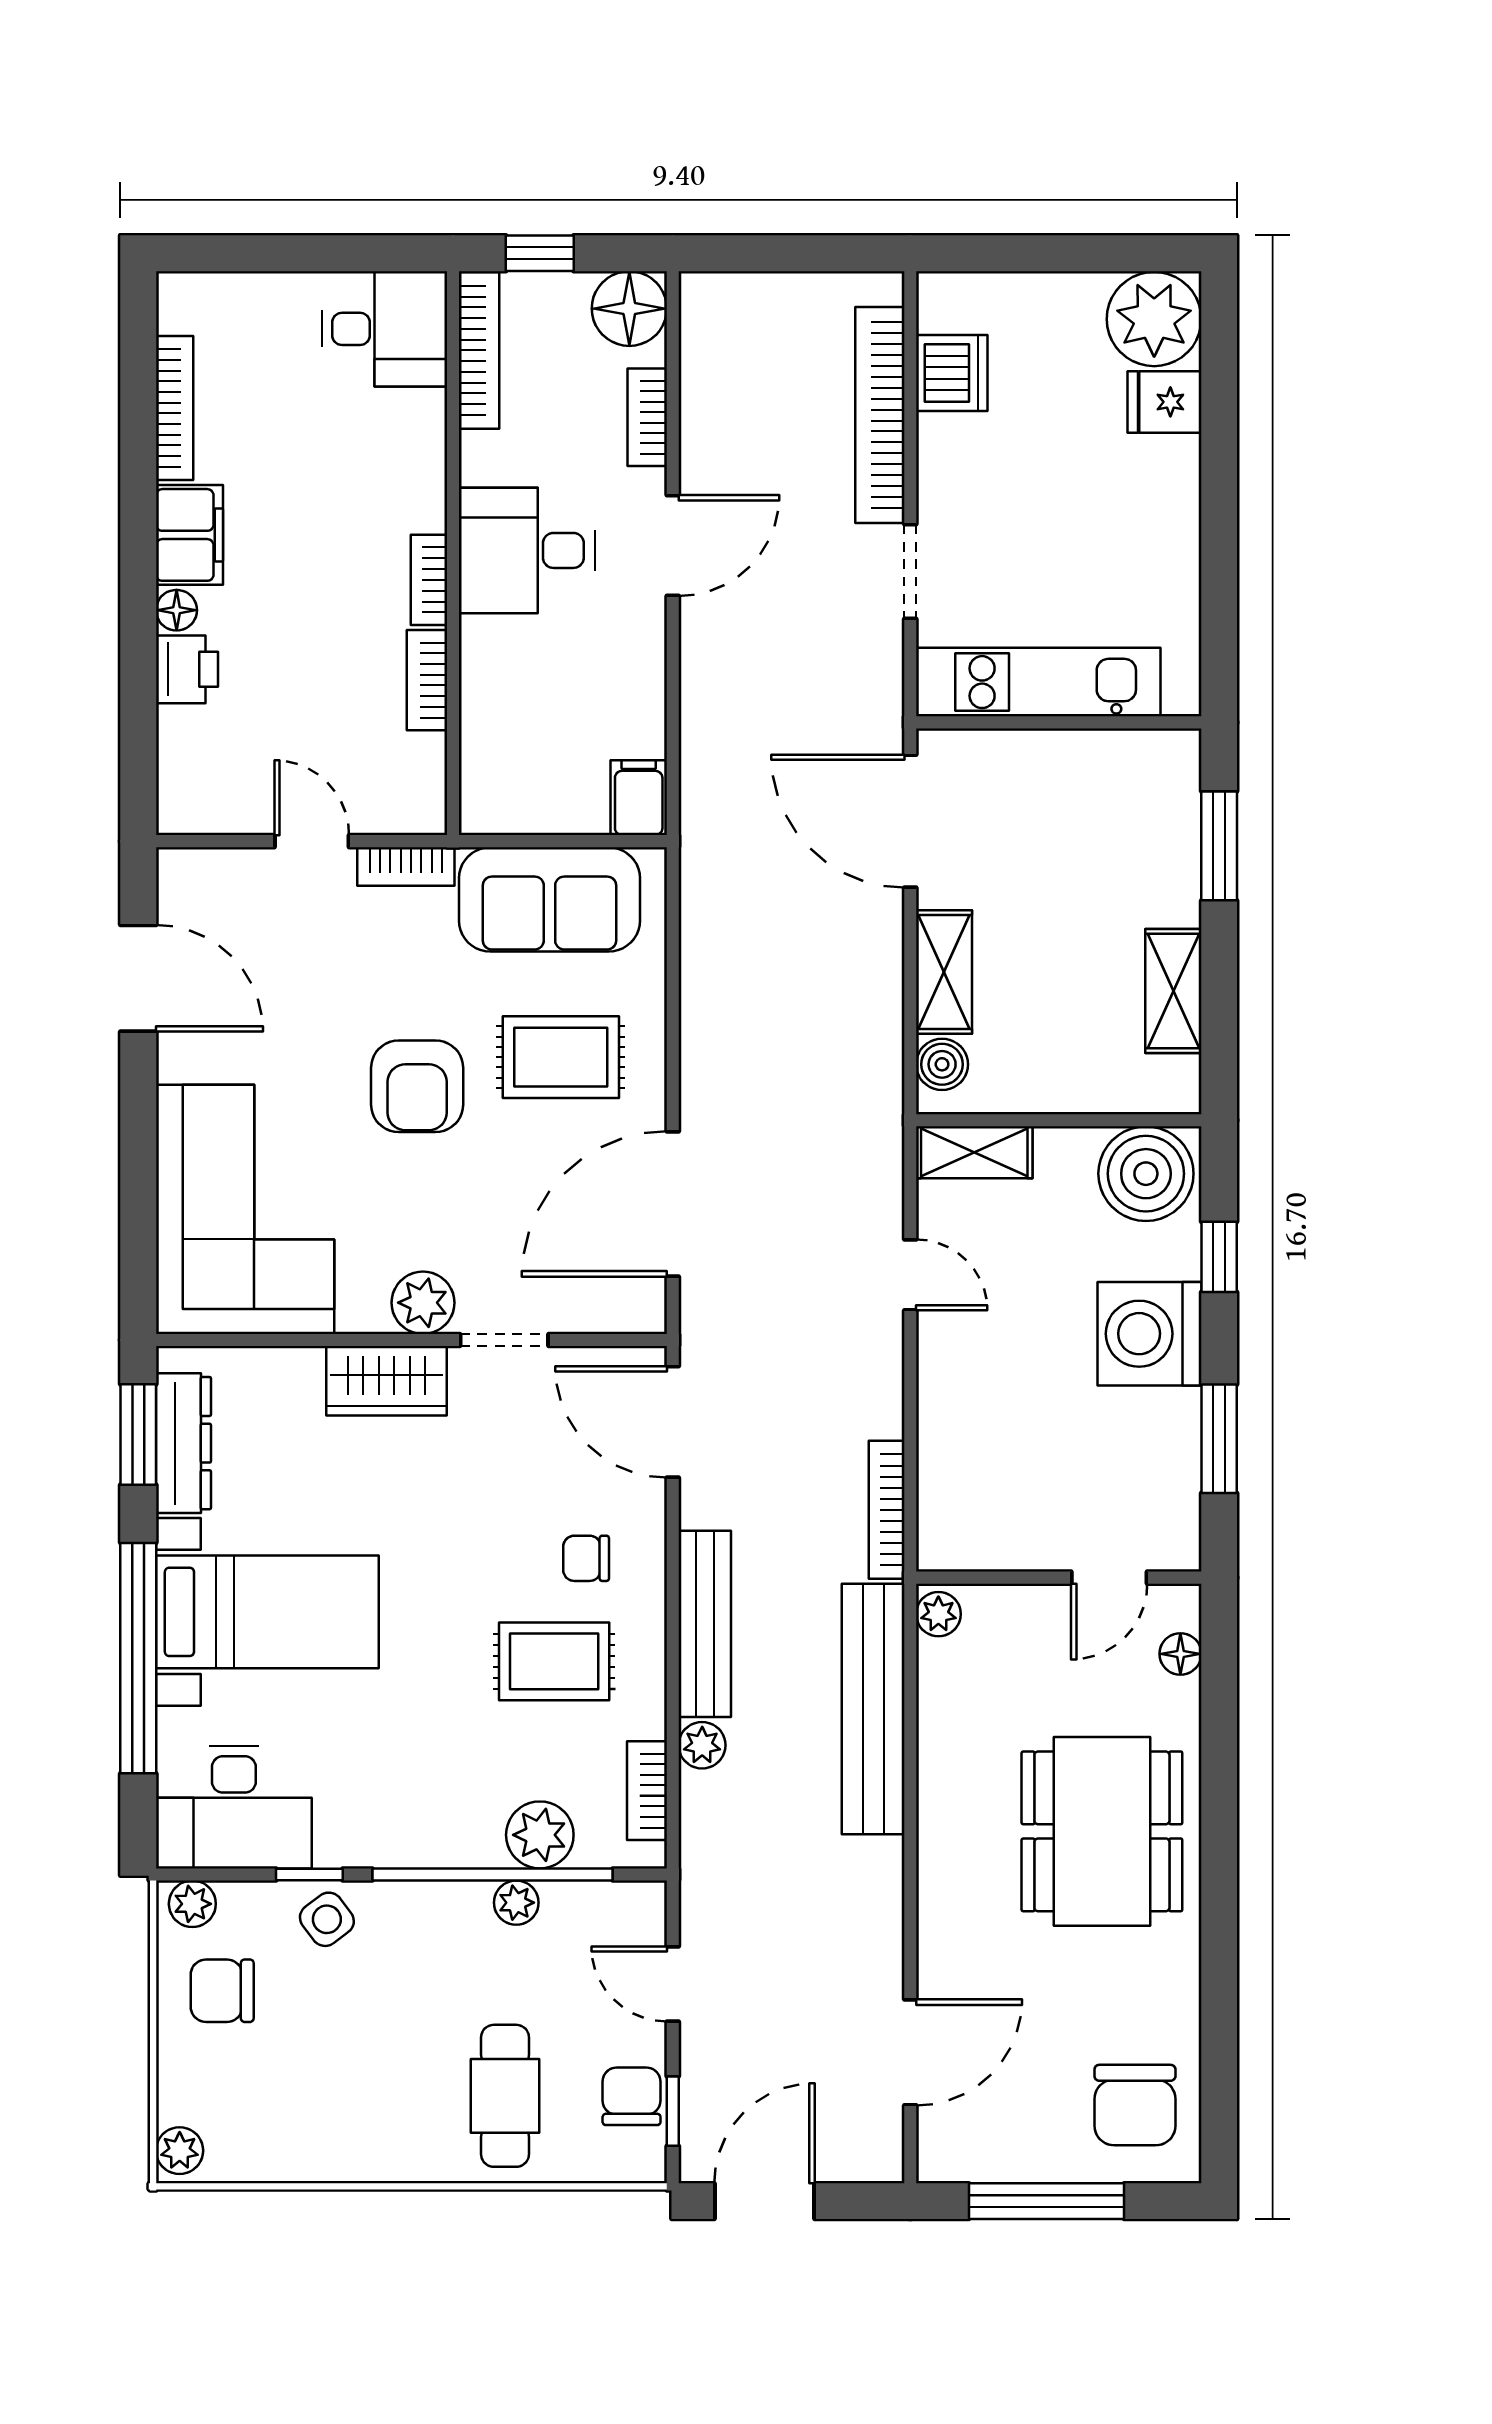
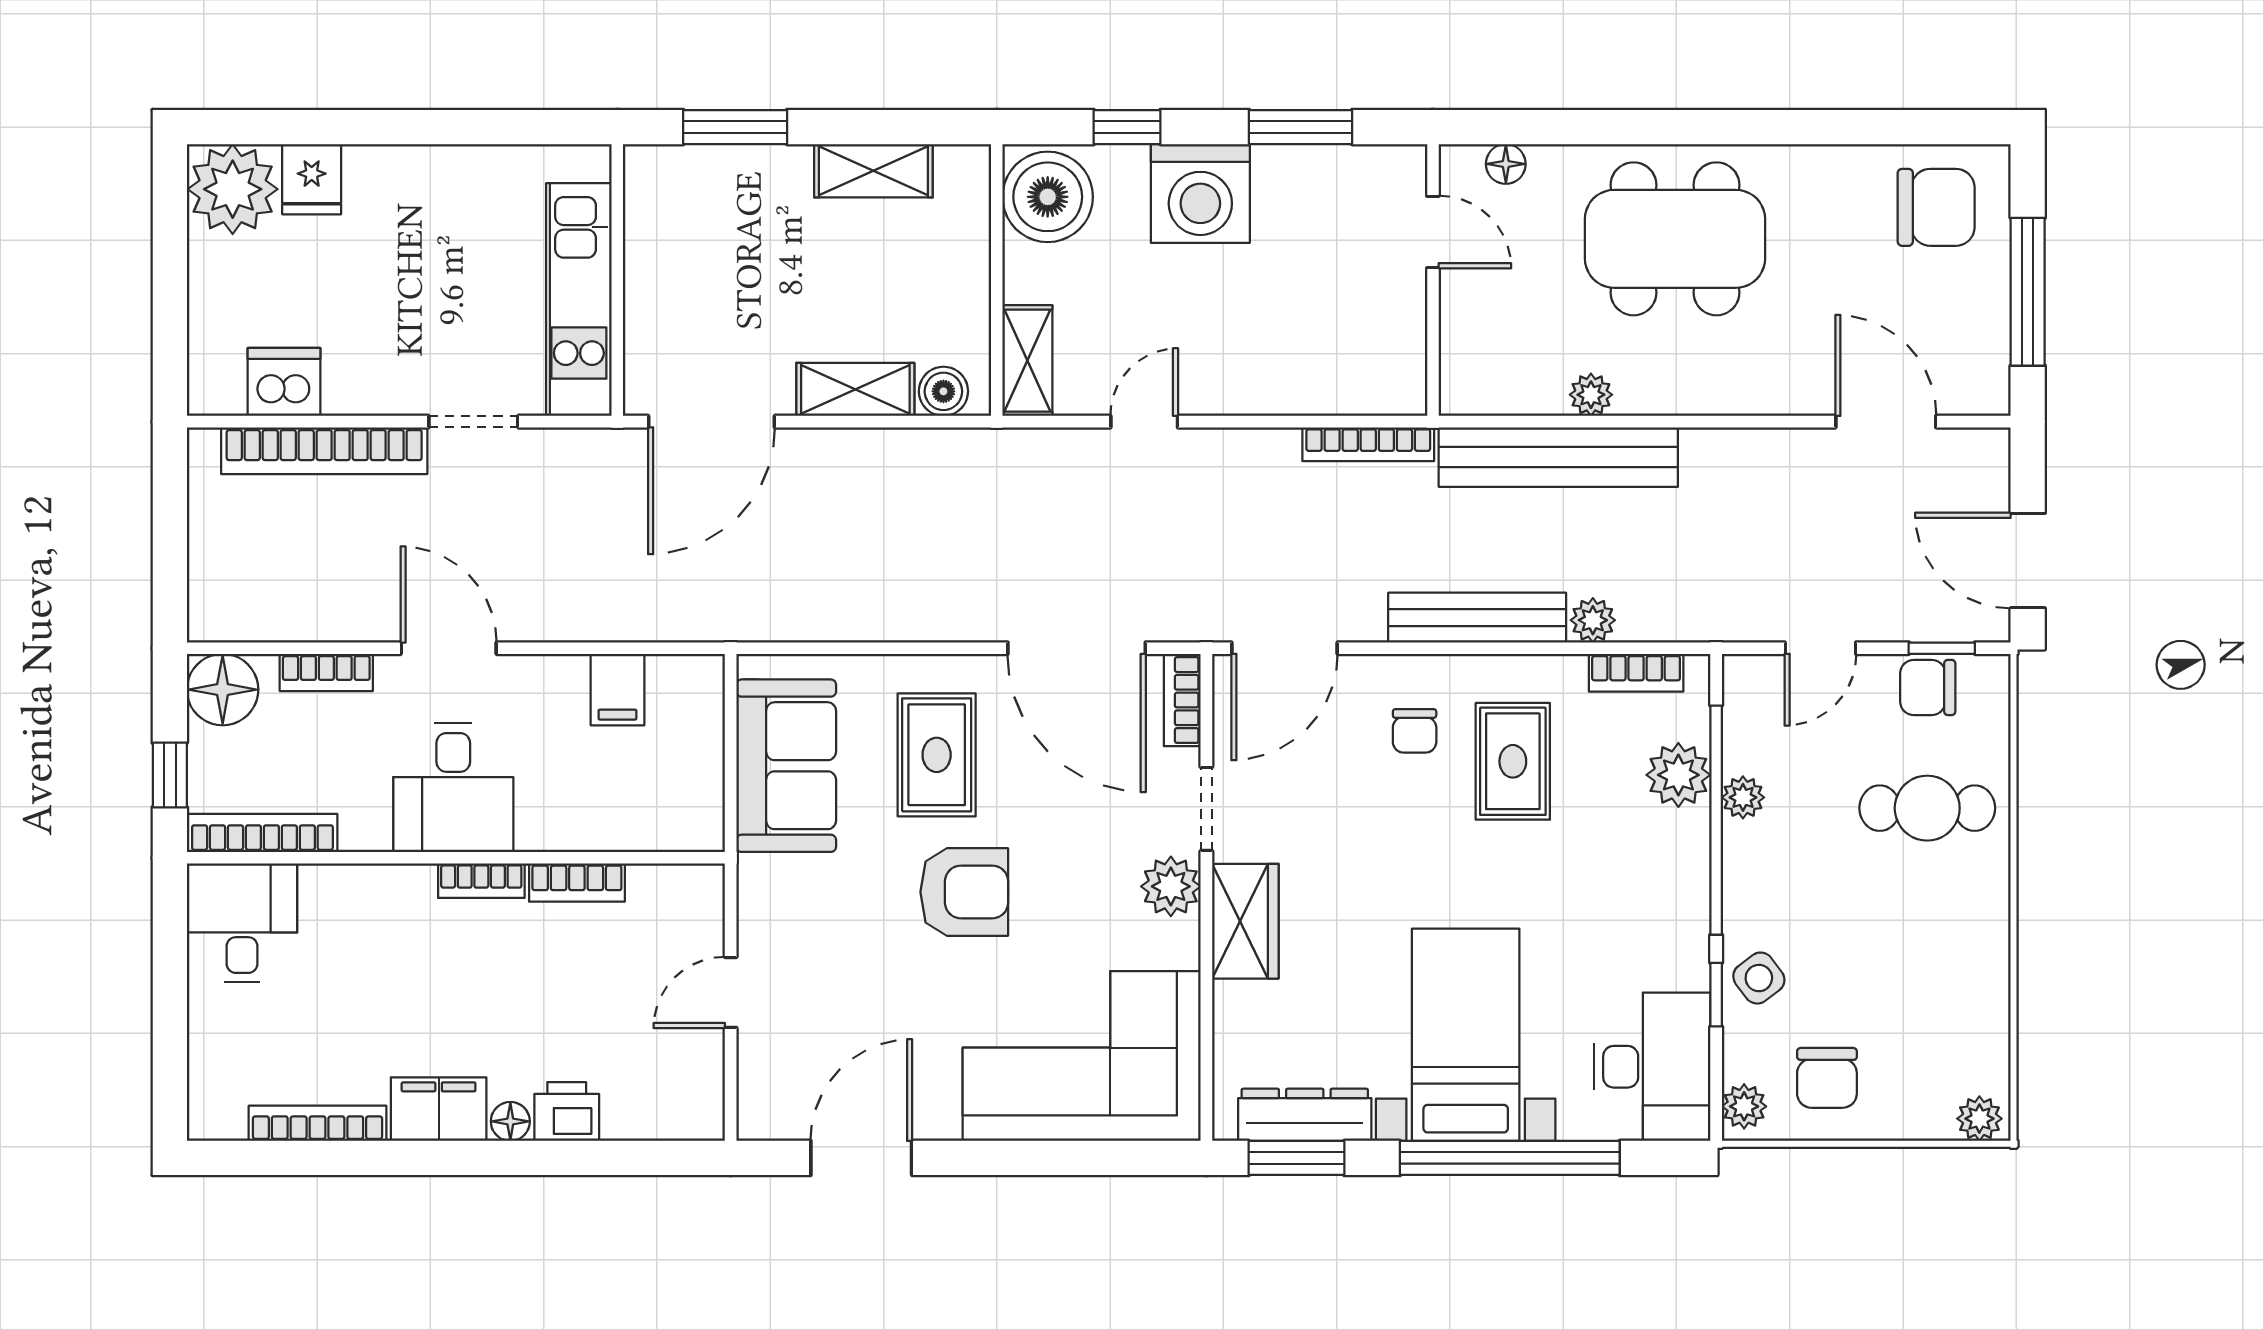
filing cabinet: (639, 798) -> (617, 690), moved, turned -90
bookcase: (406, 866) -> (1182, 700), moved, turned 180
plant: (938, 1614) -> (1591, 395), moved

